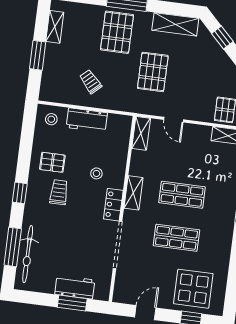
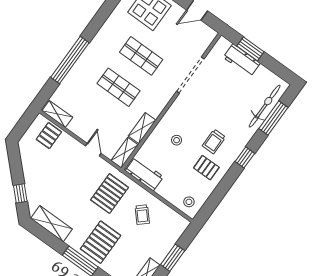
pallet: (153, 72) -> (110, 194), moved
workbench: (87, 120) -> (144, 174), moved
shelving: (133, 193) -> (142, 128), moved
locker: (113, 205) -> (177, 109), removed

